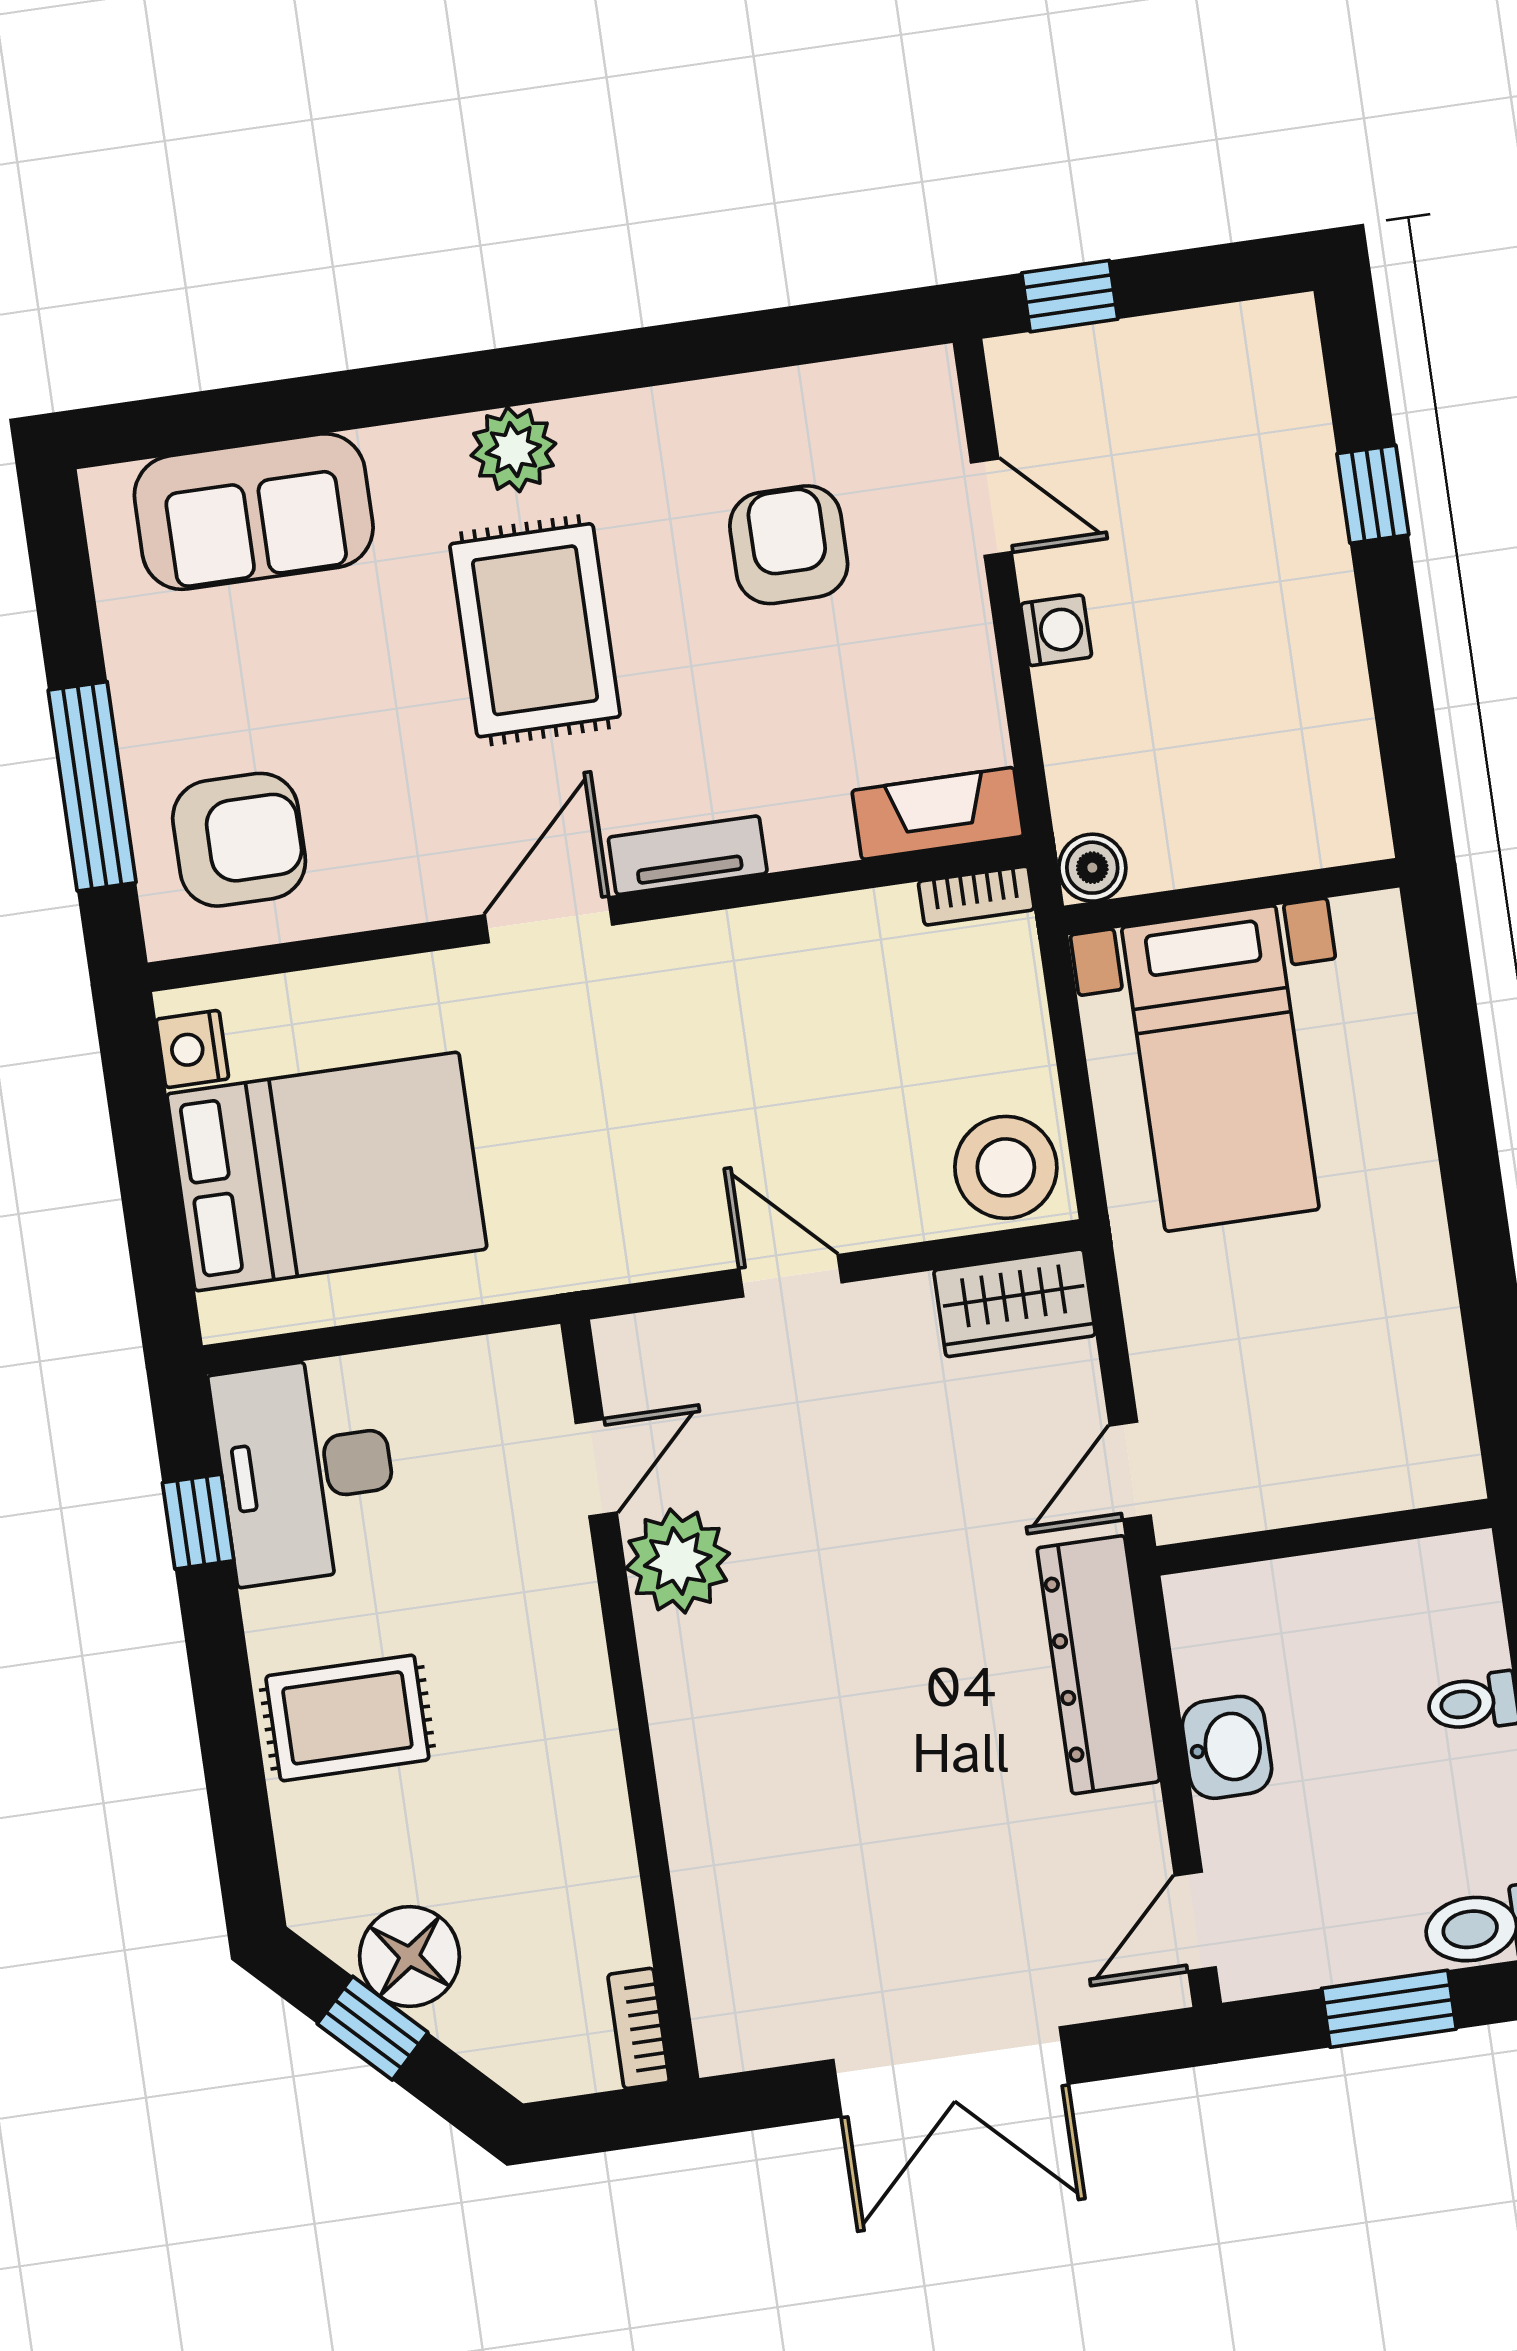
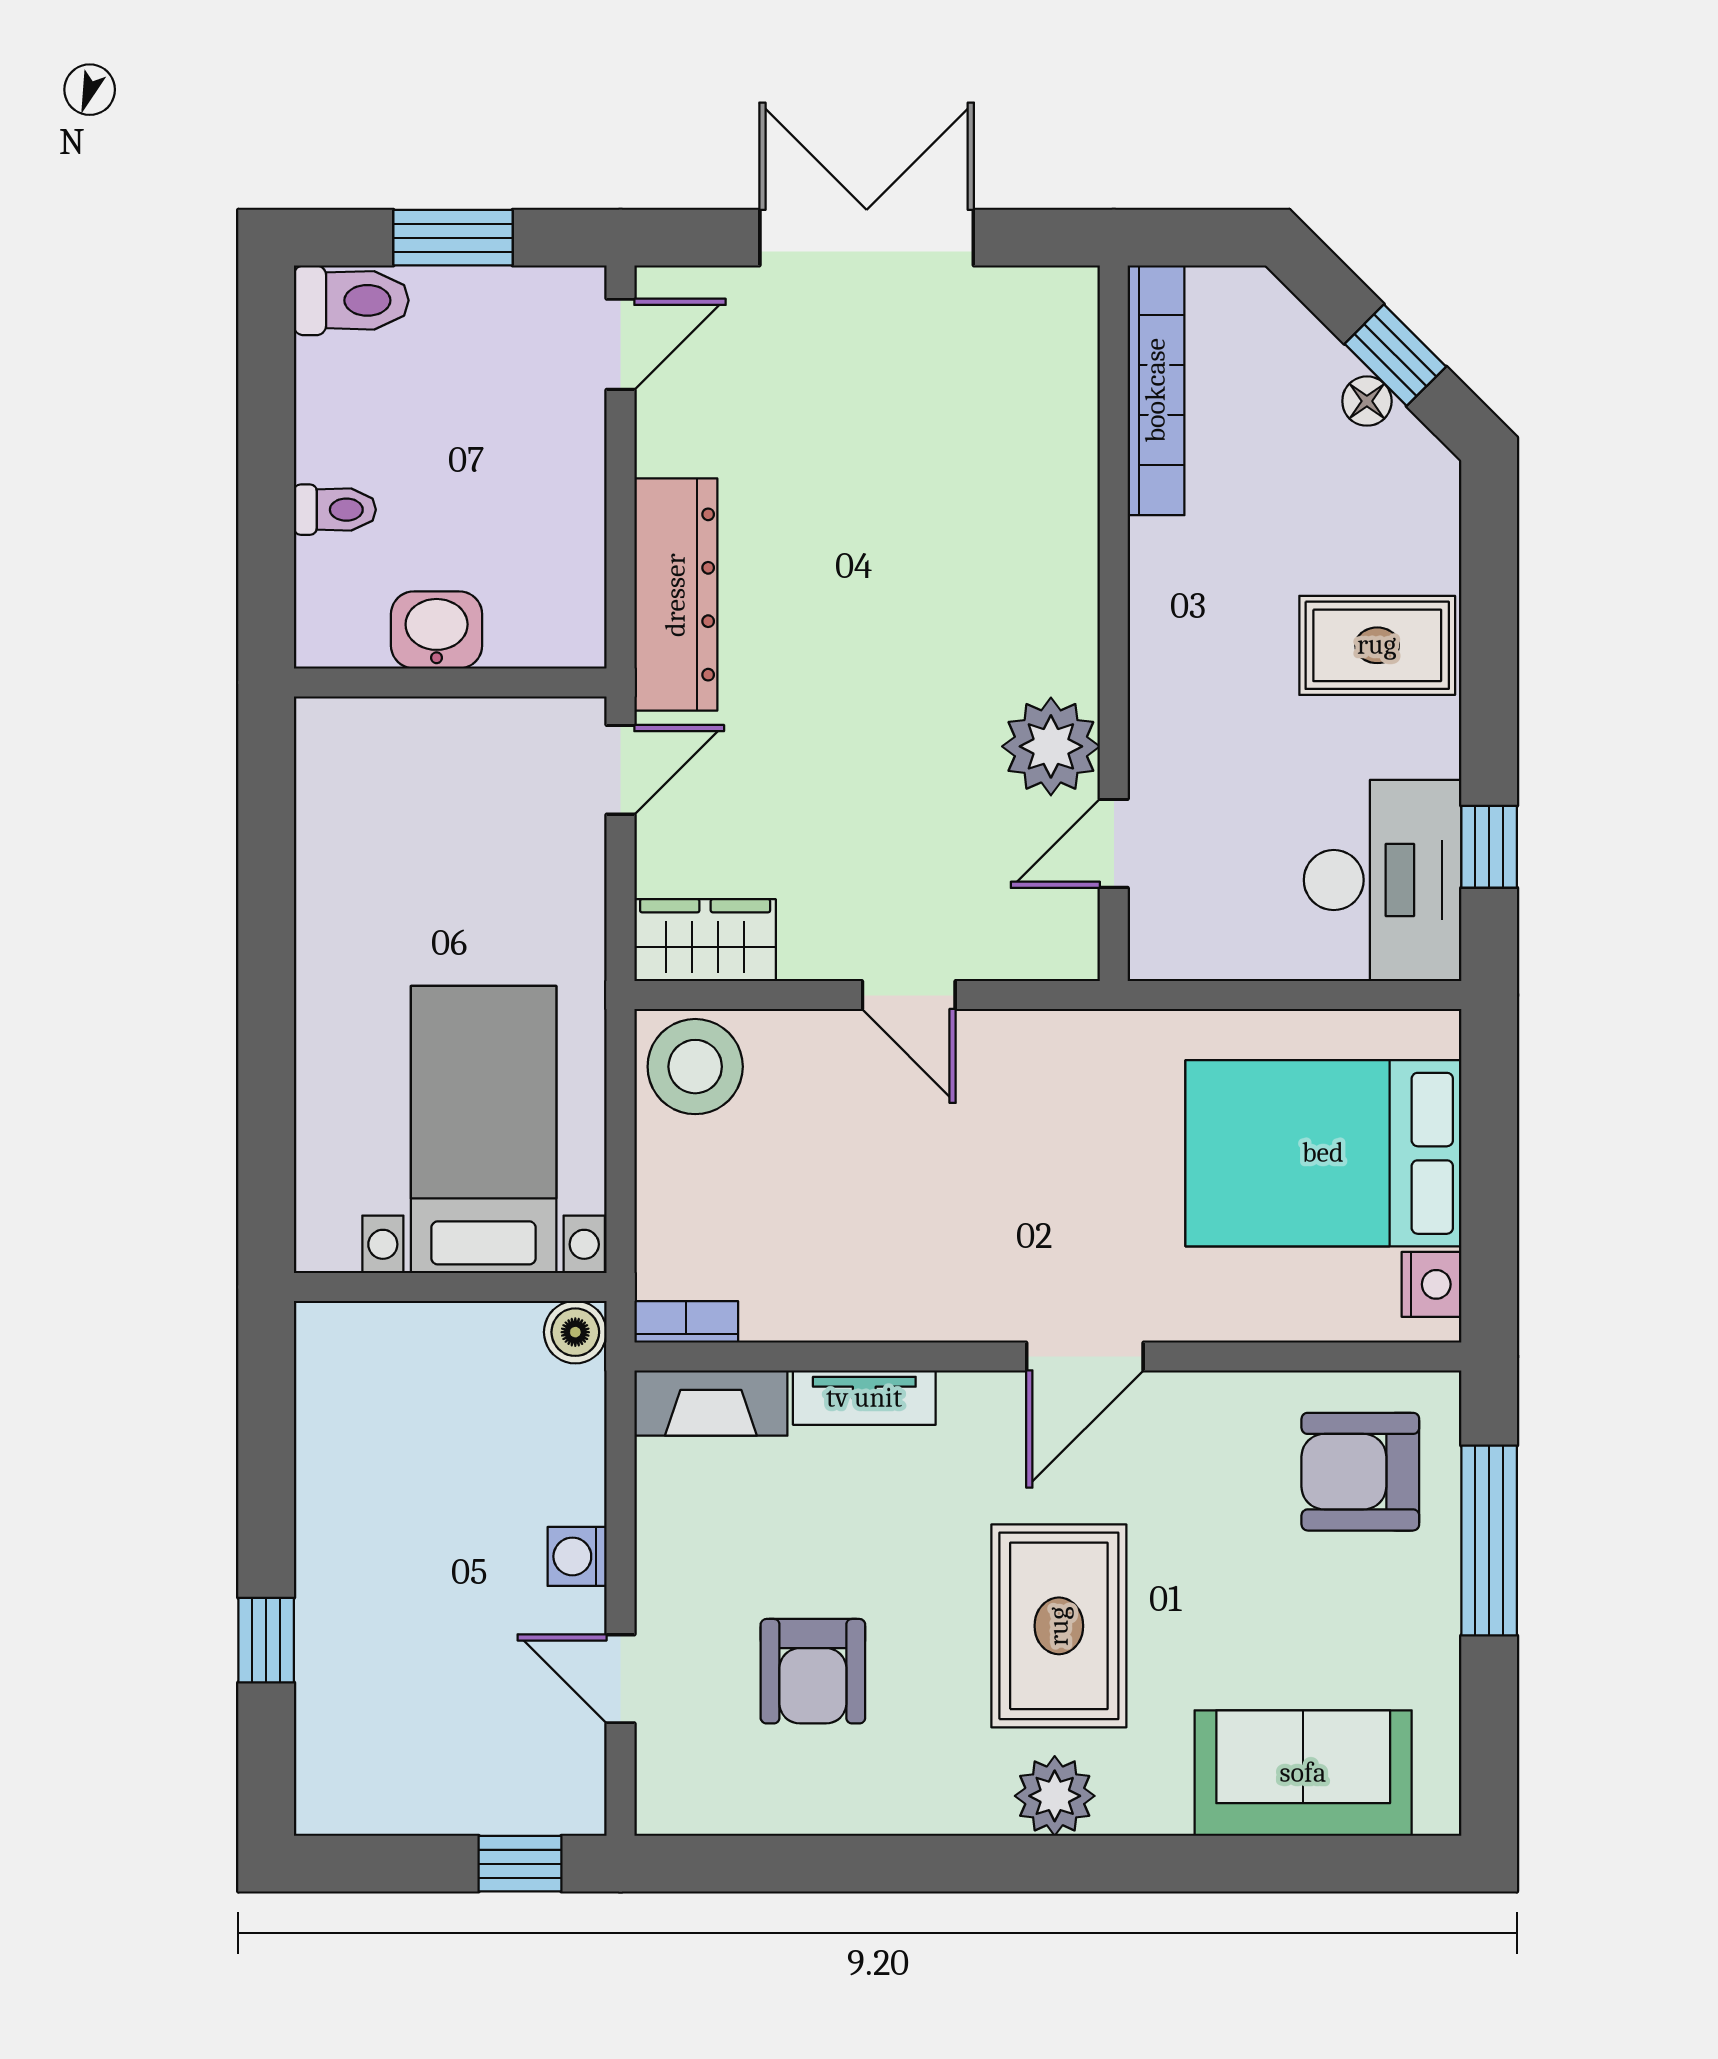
tv unit: (688, 855) -> (864, 1398), moved
washbasin: (1227, 1747) -> (437, 630), moved, turned 90
floor lamp: (410, 1956) -> (1367, 401), width x0.53, depth x0.53
bookcase: (639, 2028) -> (1156, 390), width x2.31, depth x1.31

